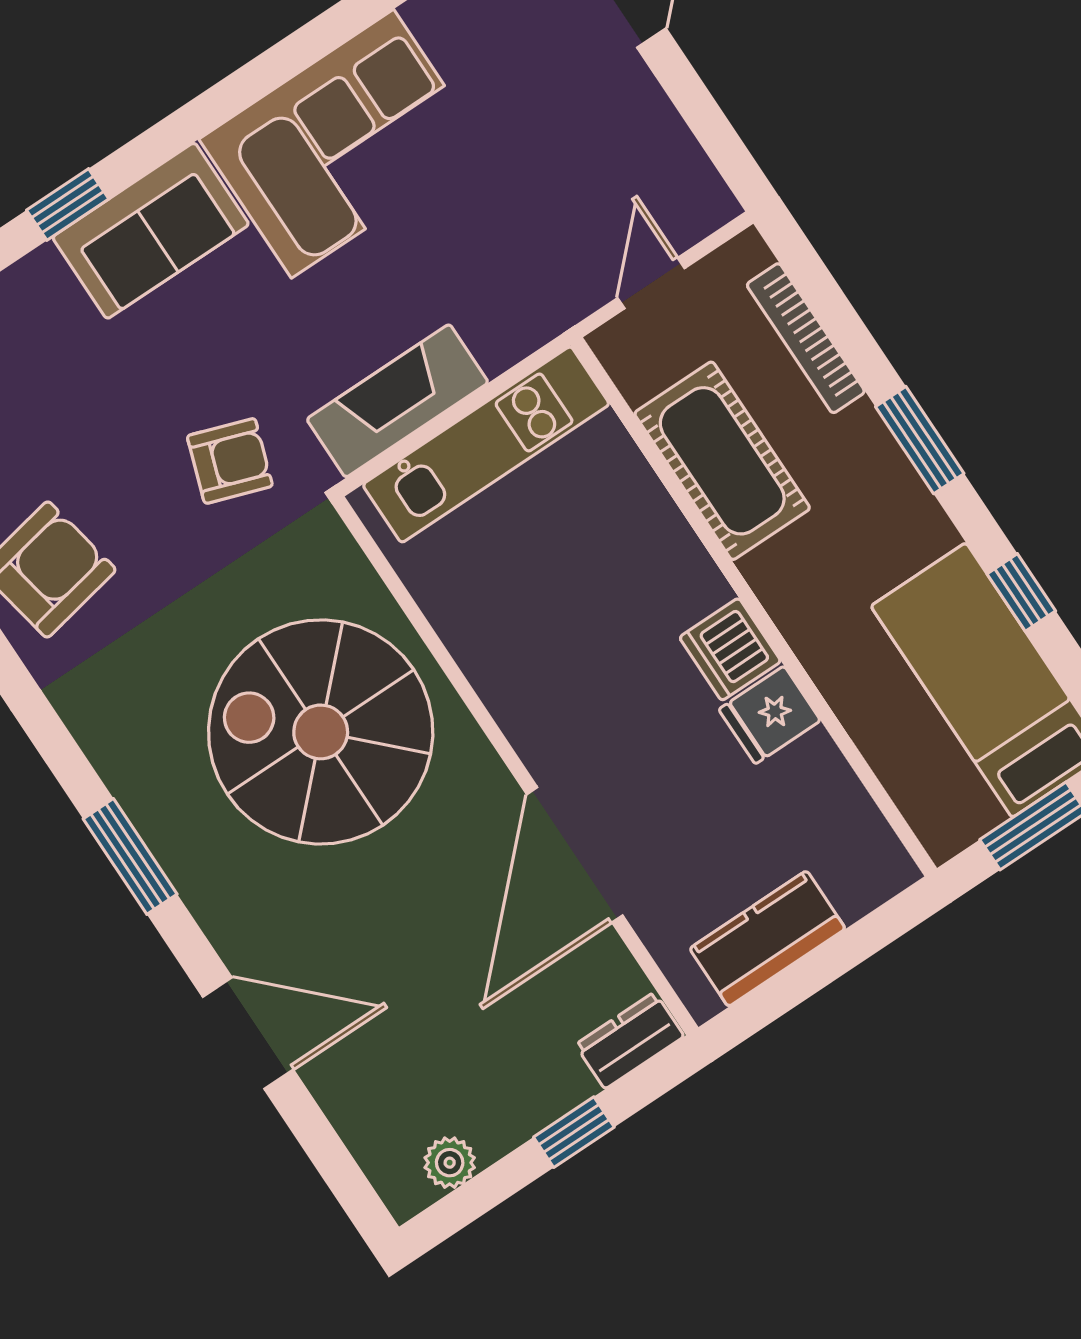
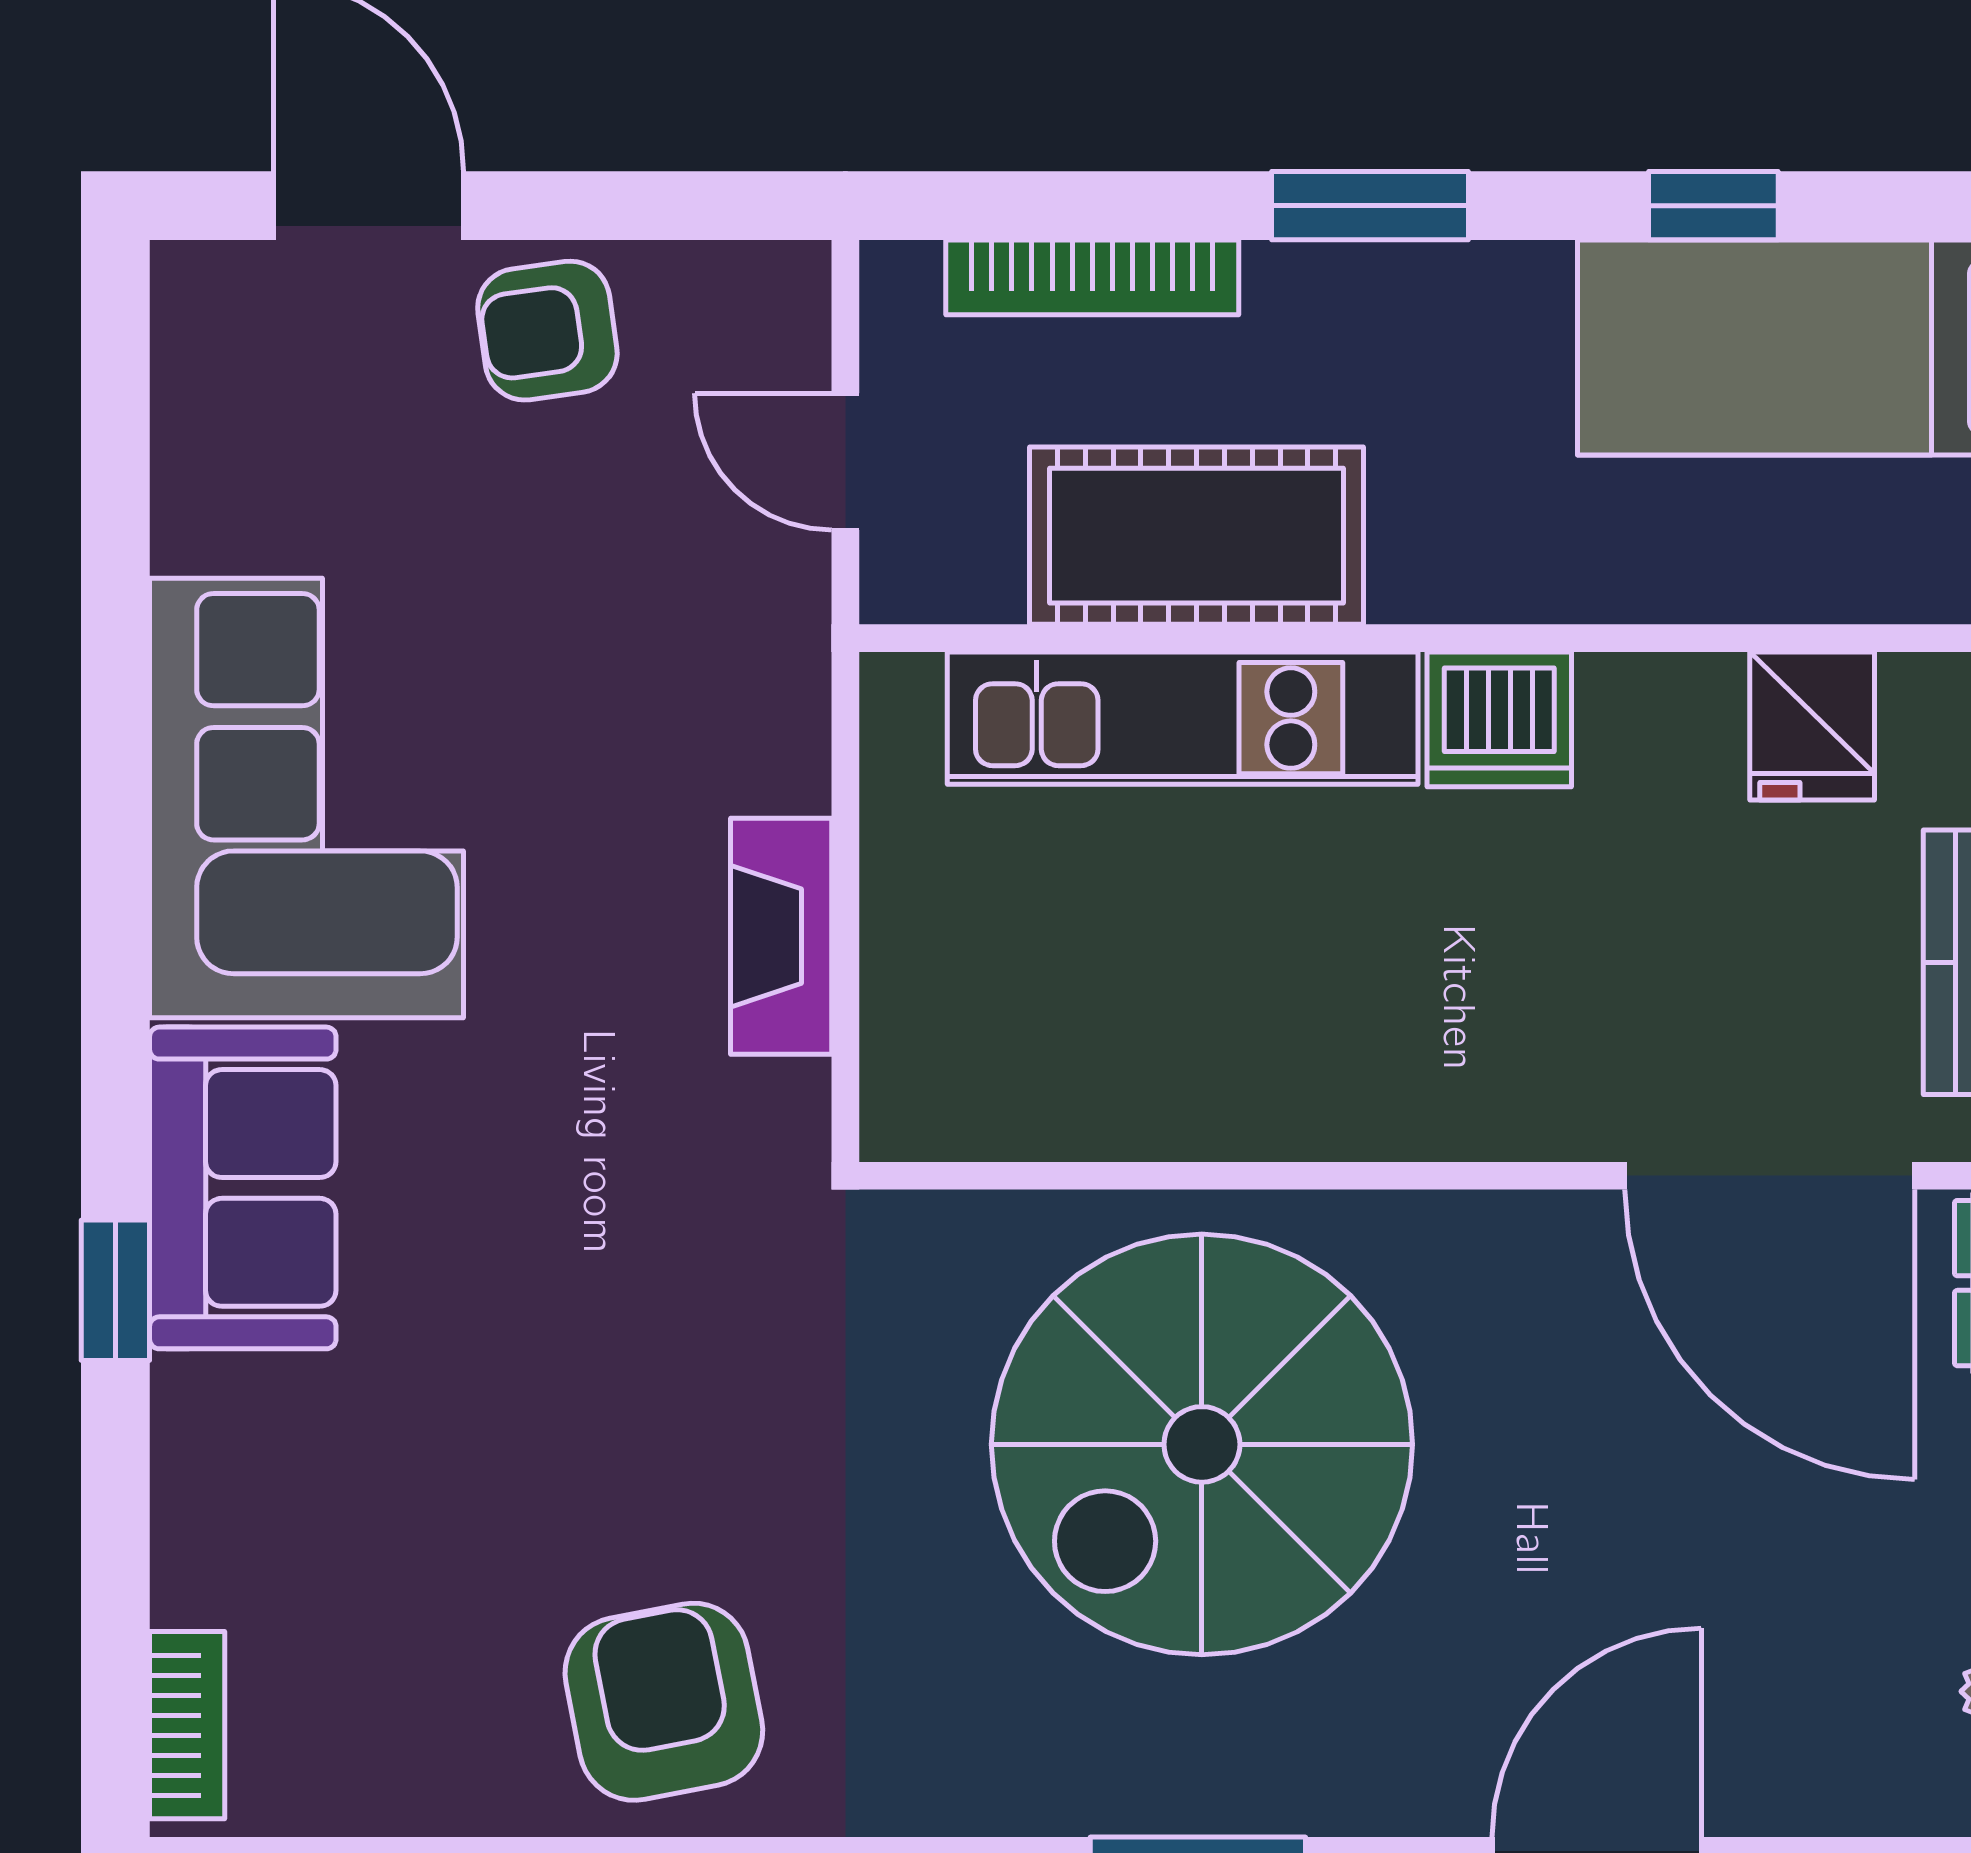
fireplace: (397, 401) -> (781, 936), width x0.73, depth x0.76
kitchen unit: (486, 444) -> (1183, 718), moved, turned 90
armchair: (230, 461) -> (547, 331), moved, turned -117
fridge: (770, 715) -> (1812, 726), moved
door: (575, 855) -> (1770, 1176), moved

